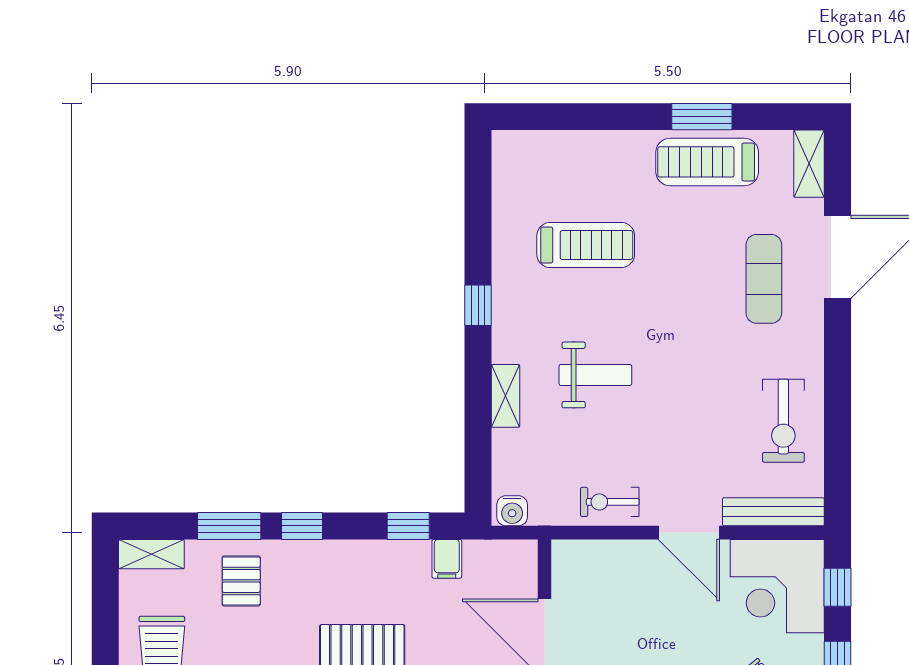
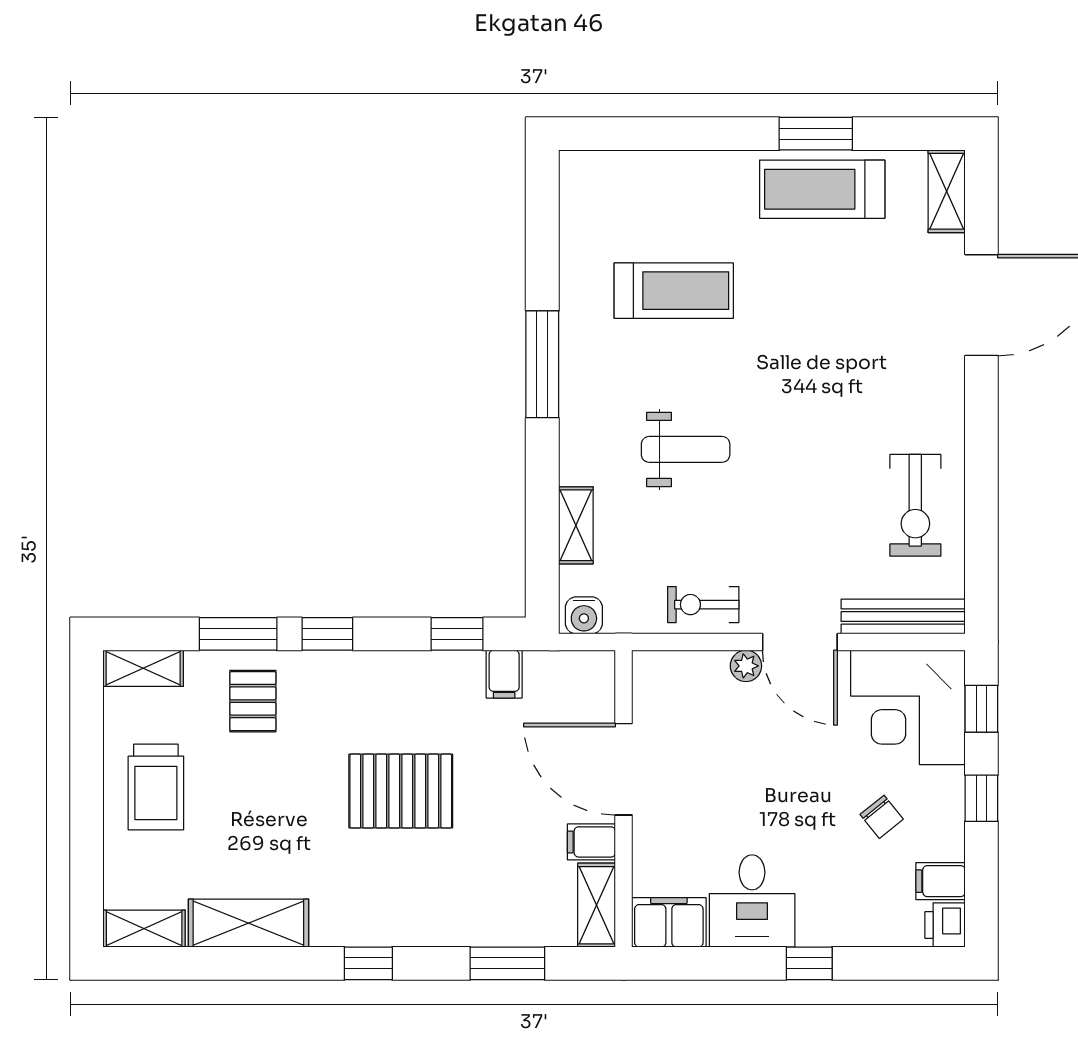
exercise mat: (764, 279) -> (892, 332), removed
window: (478, 305) -> (542, 364), width x2.17
shelving: (505, 396) -> (576, 525), moved
plant: (645, 552) -> (746, 666), added

